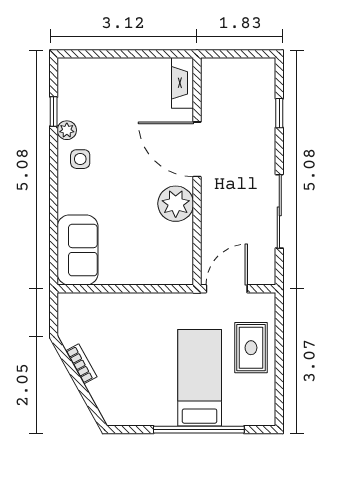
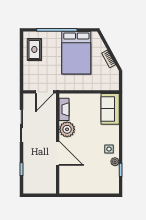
fireplace: (183, 83) -> (64, 109), moved
rug: (251, 348) -> (34, 49), moved
bed: (200, 378) -> (76, 53), moved, width x1.50

